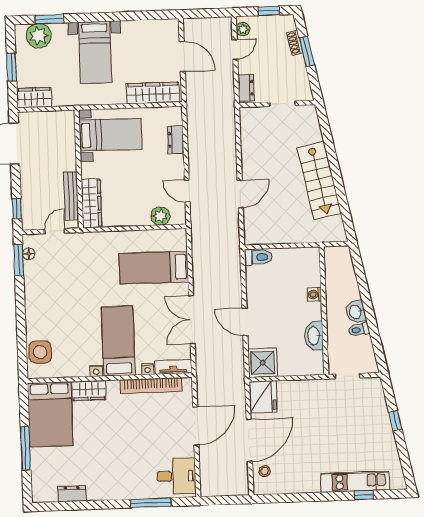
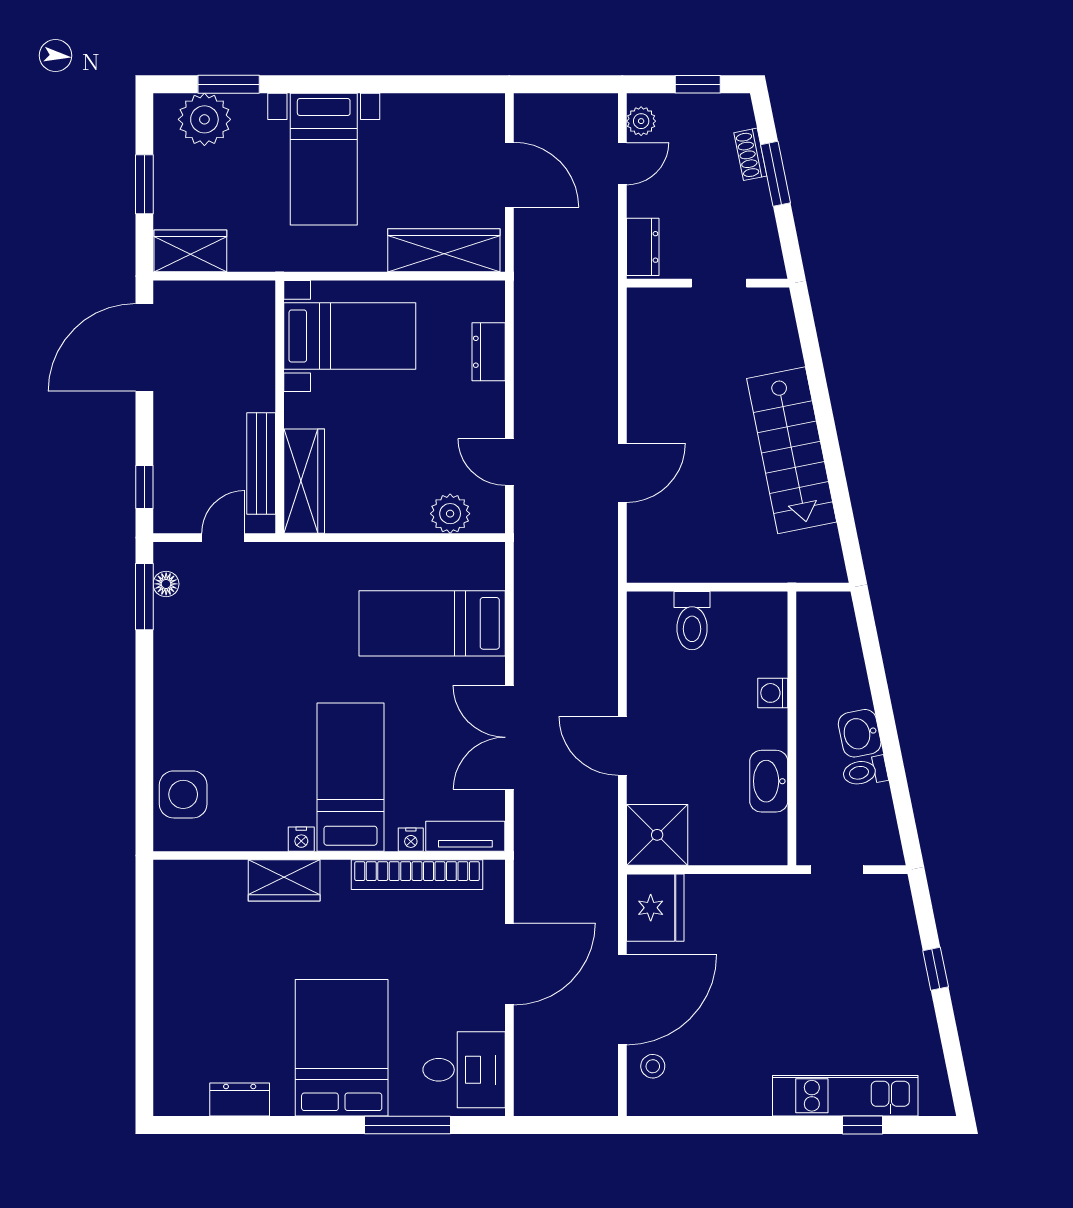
toilet: (258, 257) -> (692, 621), moved, turned 90
bed: (50, 414) -> (342, 1048), moved, turned 180
window: (26, 448) -> (144, 999), removed

